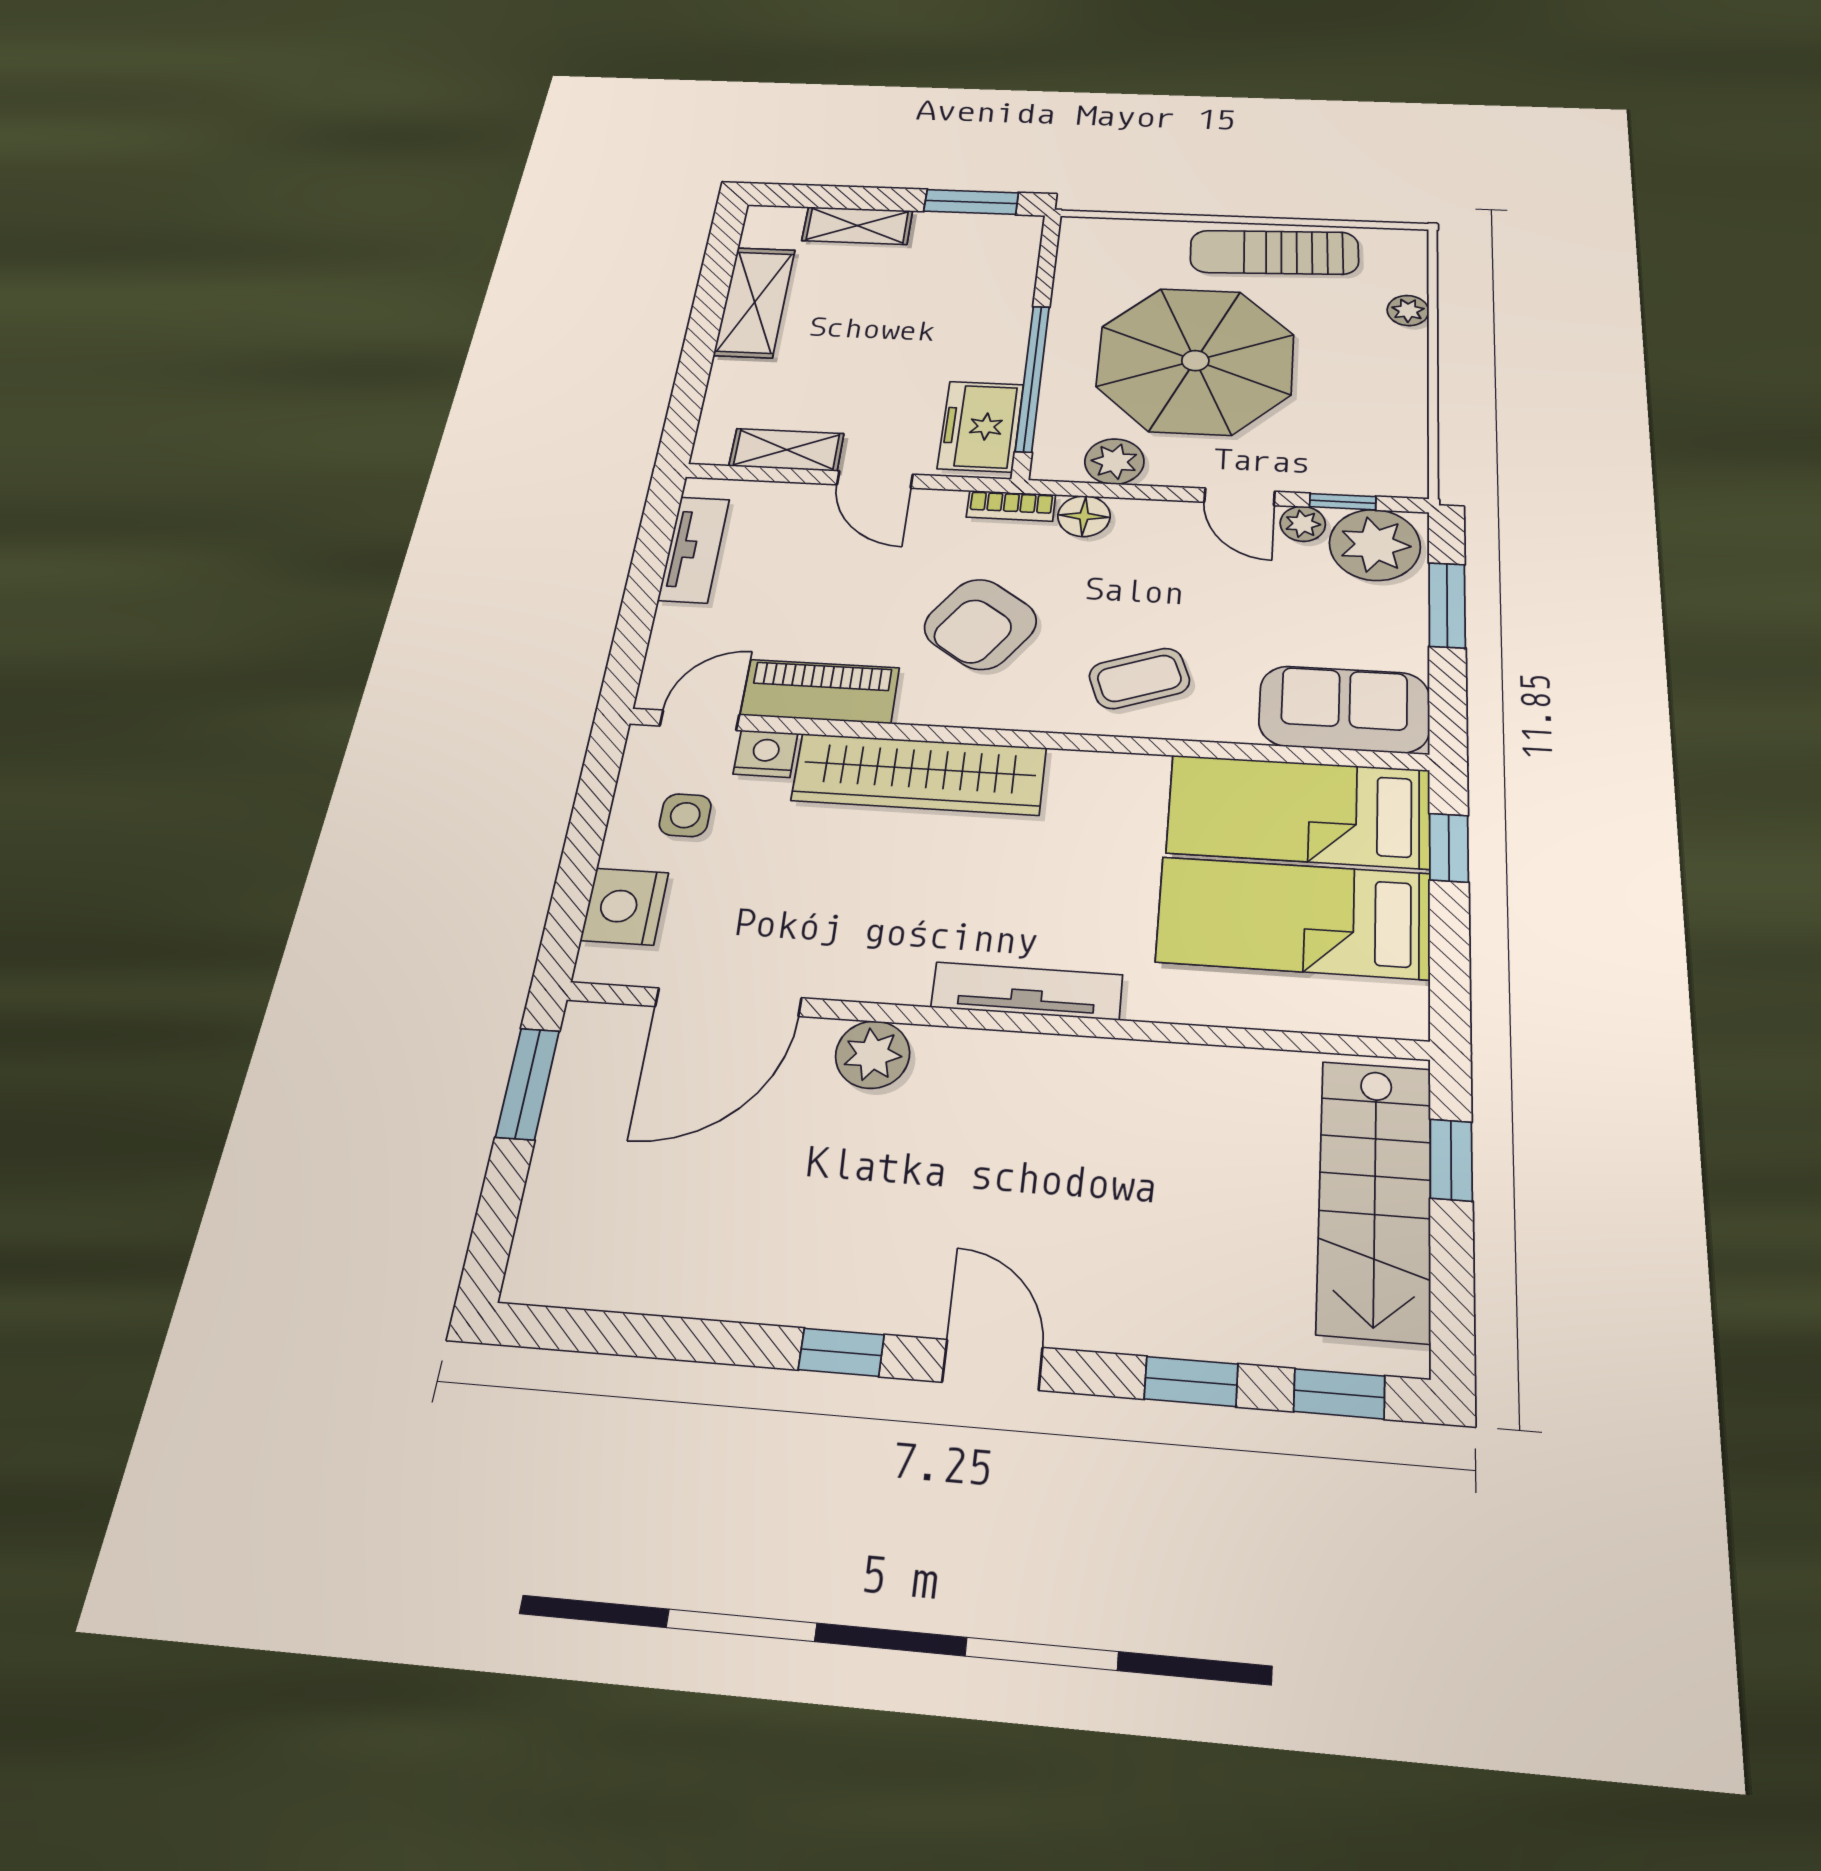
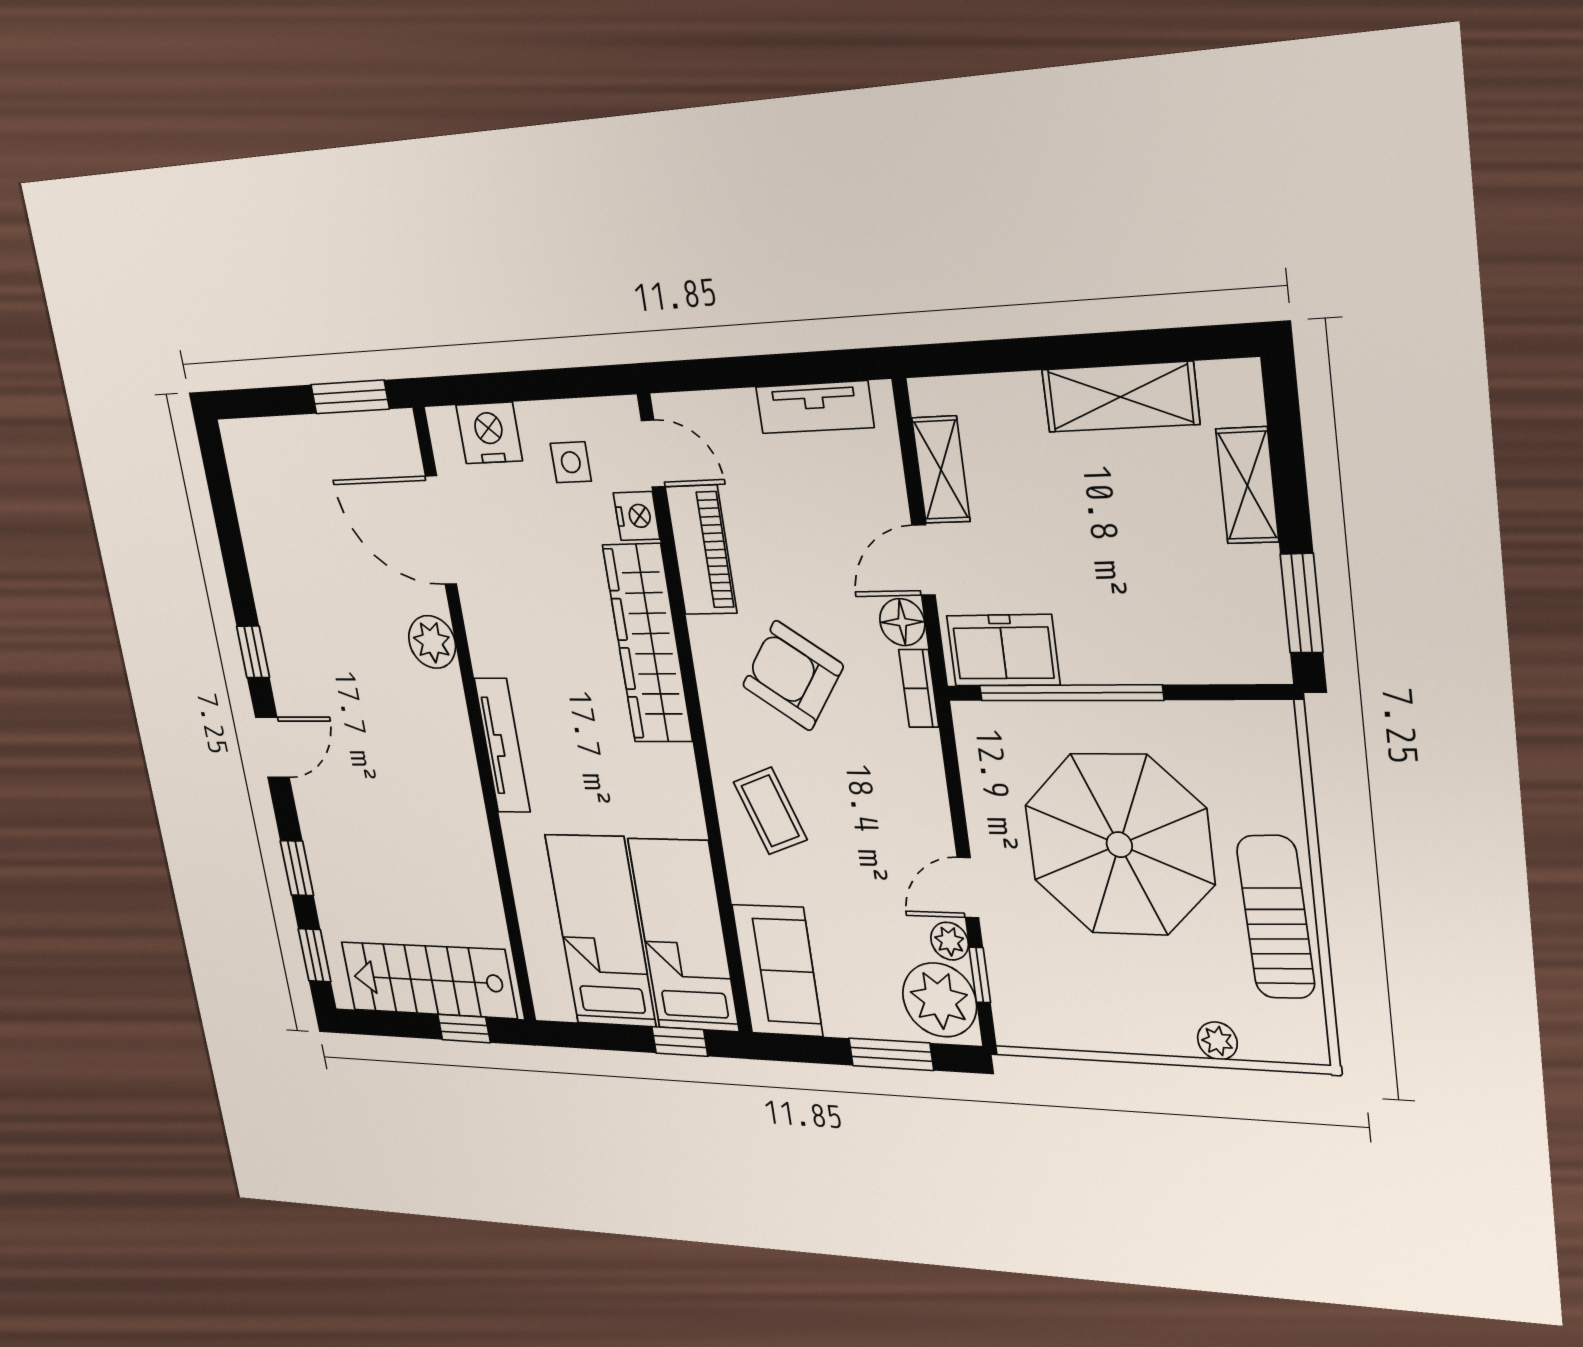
plant: (1114, 461) -> (986, 777), removed
floor lamp: (1084, 516) -> (902, 622), moved

